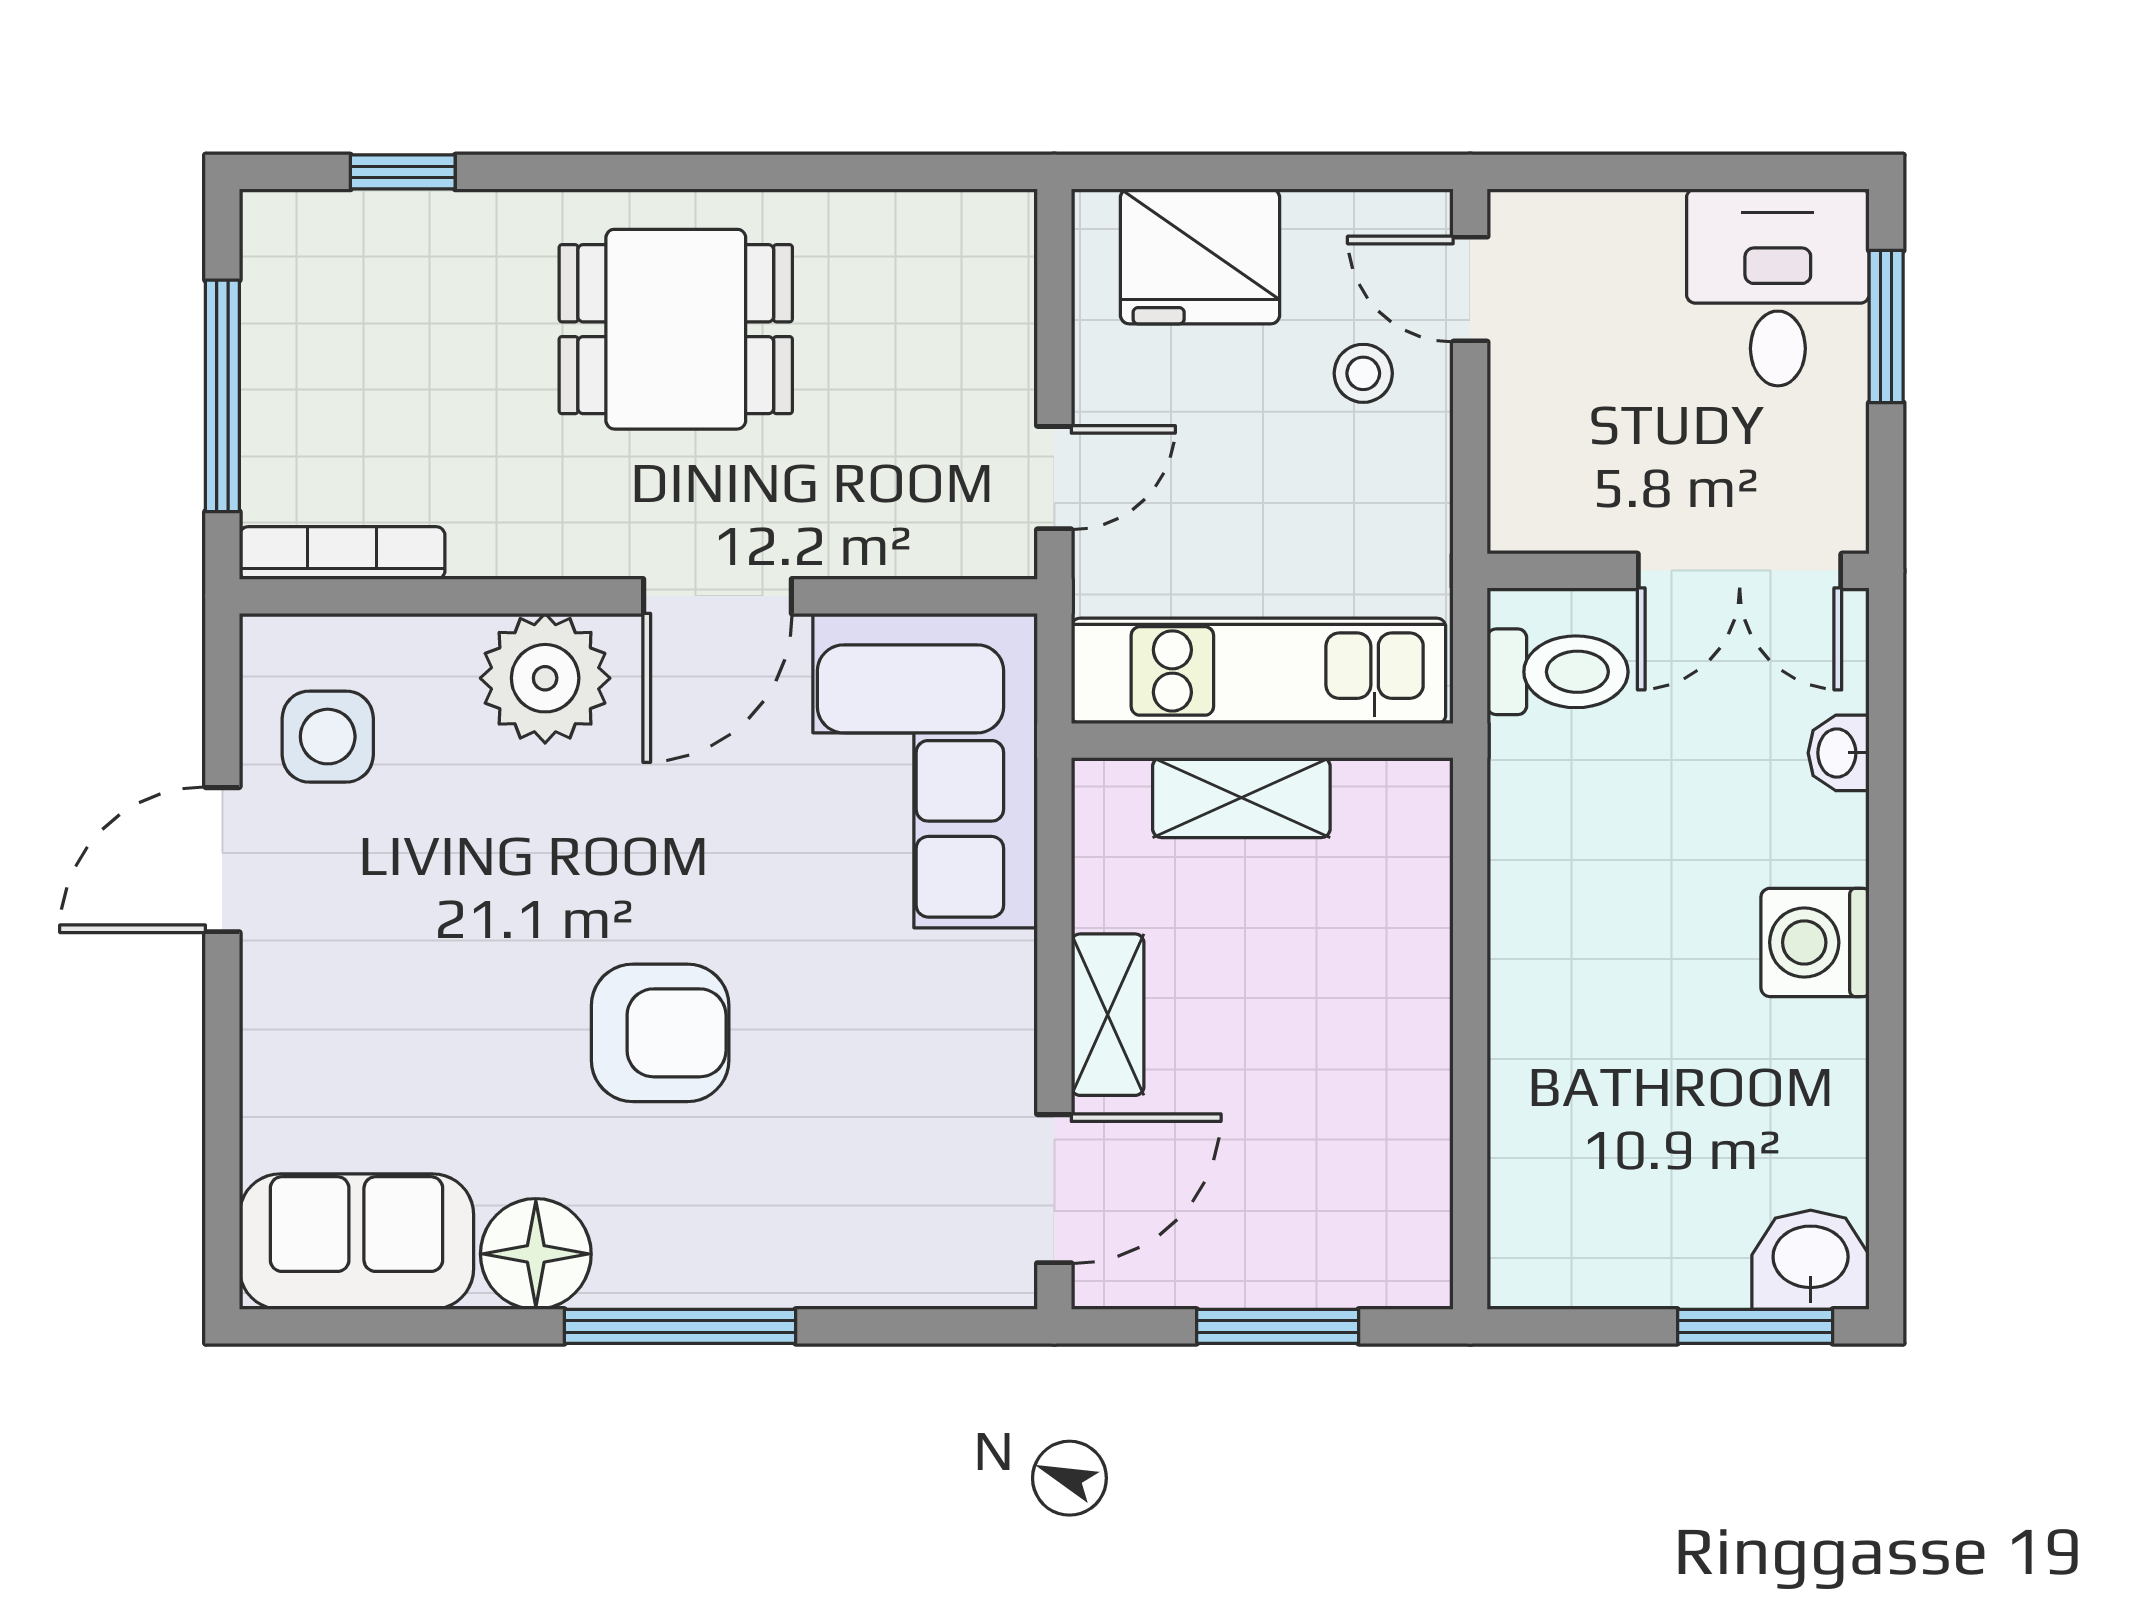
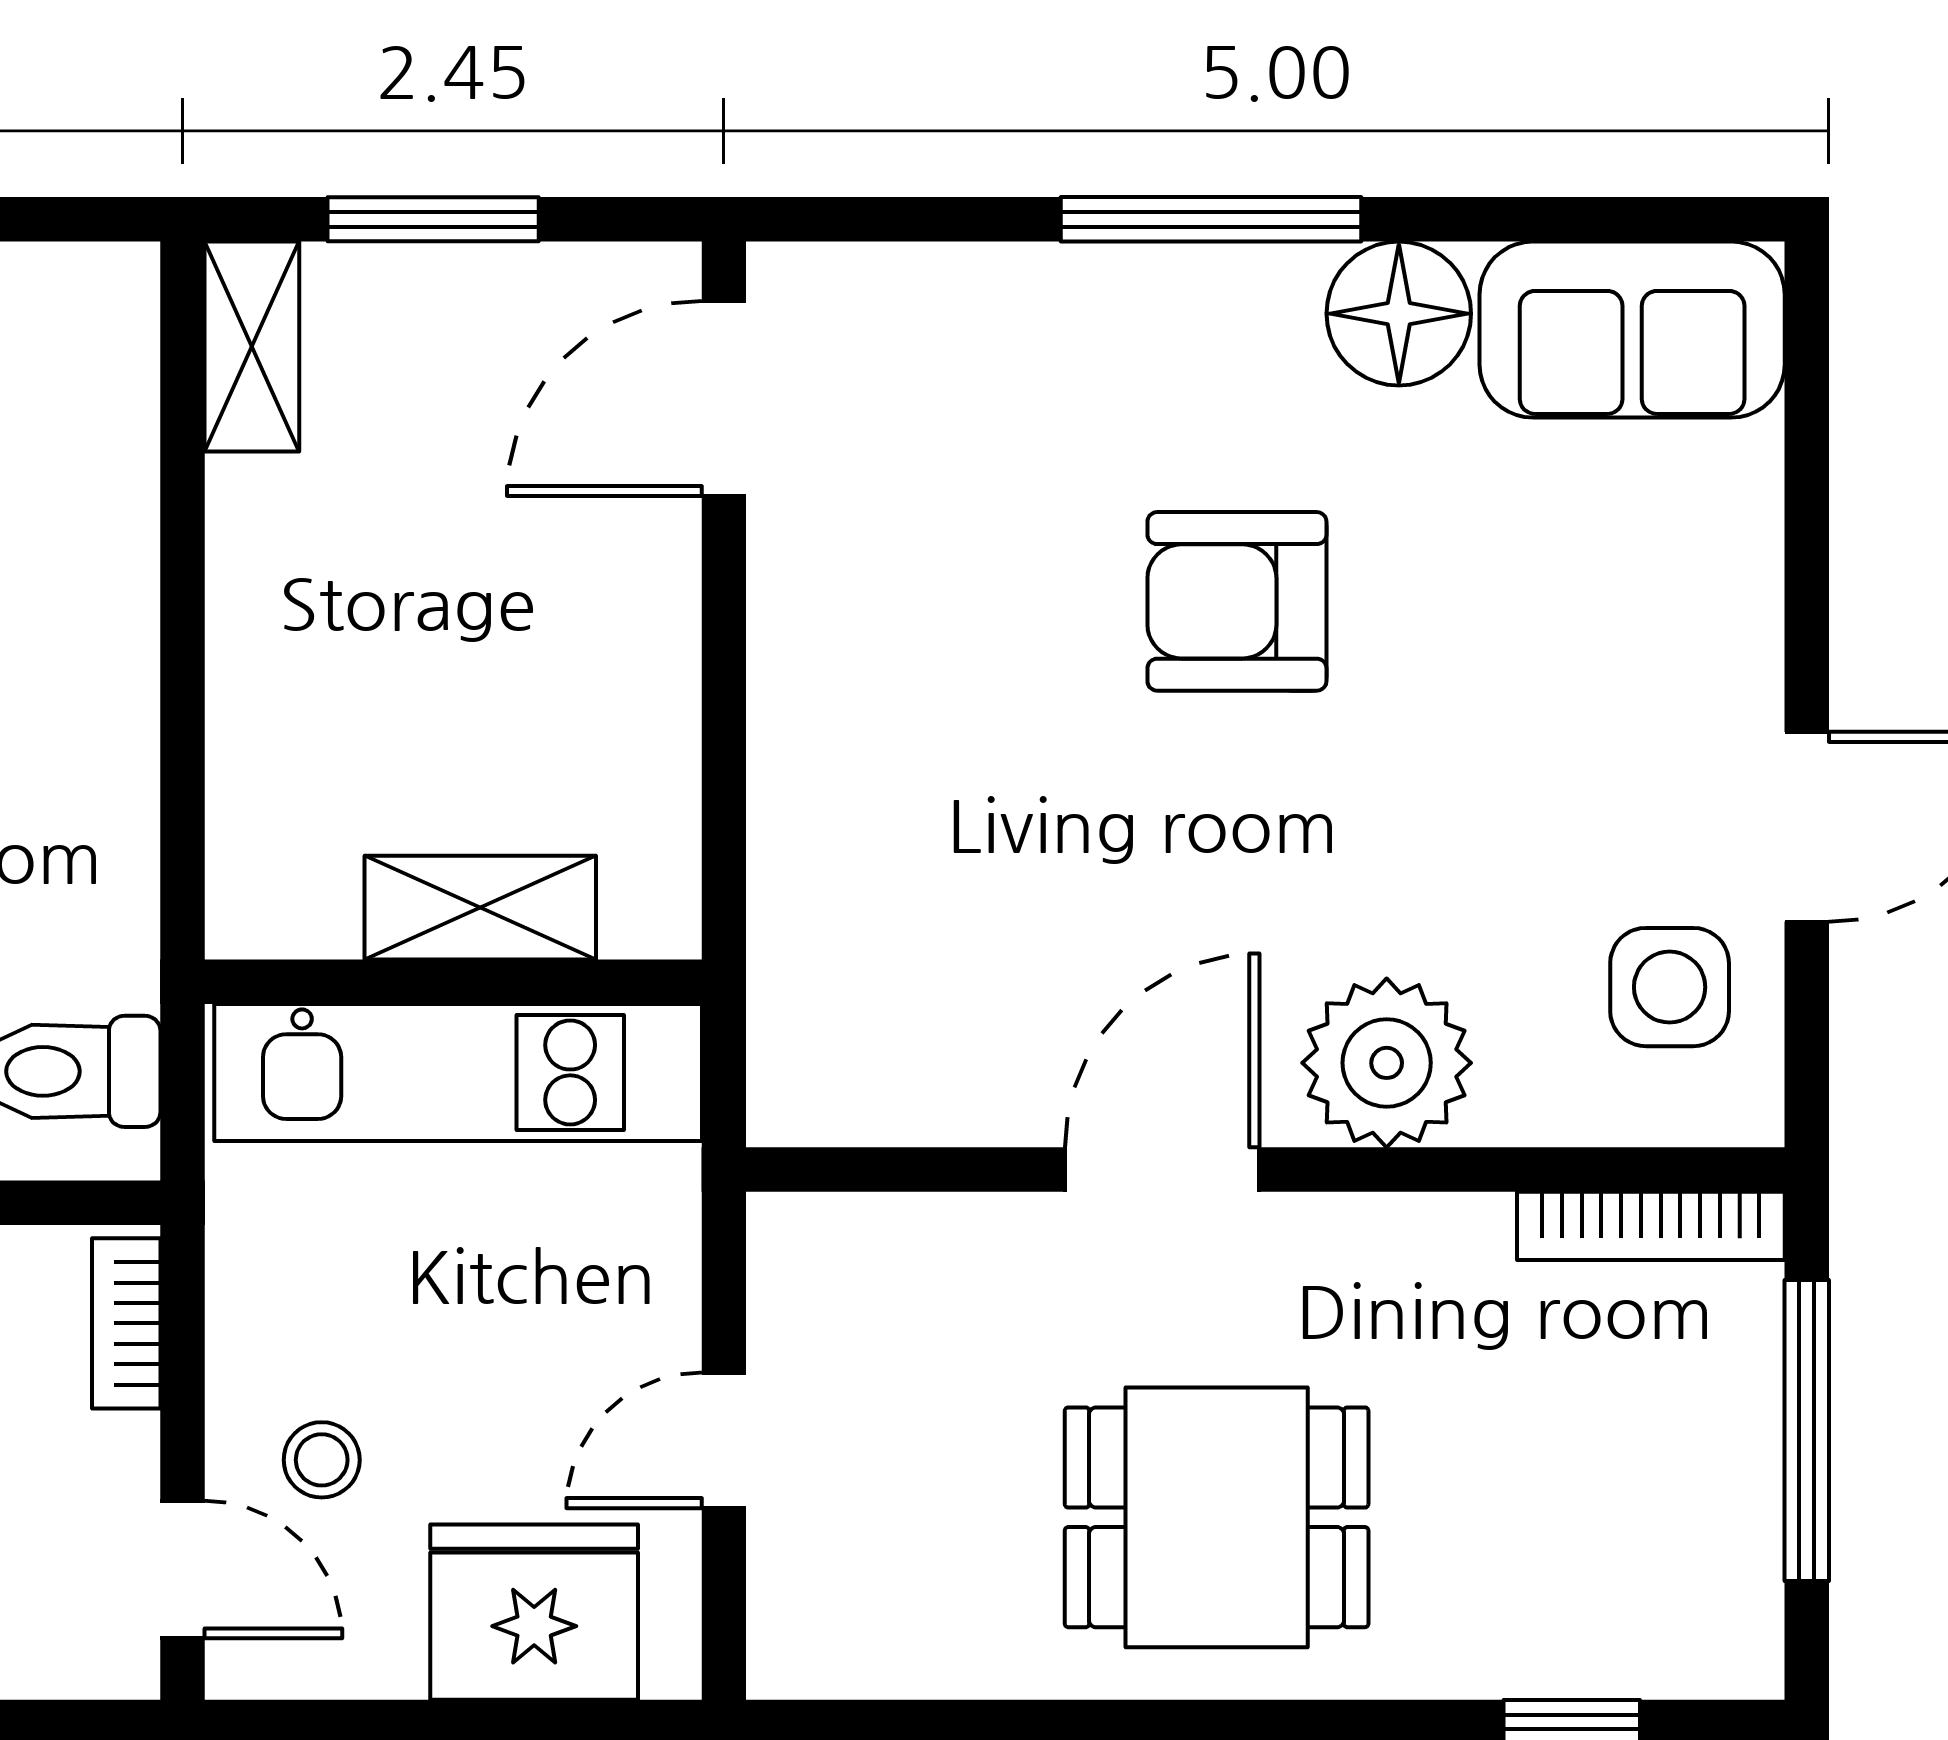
door: (1054, 478) -> (724, 1440), moved
bookcase: (1513, 478) -> (126, 1323), added
corner sofa: (925, 771) -> (892, 943), removed
shelving: (1108, 1015) -> (252, 346), moved

